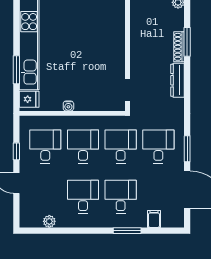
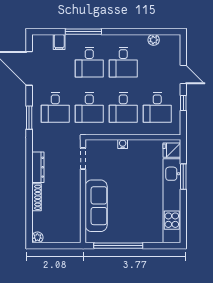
sofa: (113, 38) -> (96, 206), added
window: (187, 42) -> (29, 202), removed
water cooler: (68, 106) -> (123, 144), moved
window: (187, 149) -> (29, 118), moved
window: (127, 231) -> (83, 32), width x1.44

